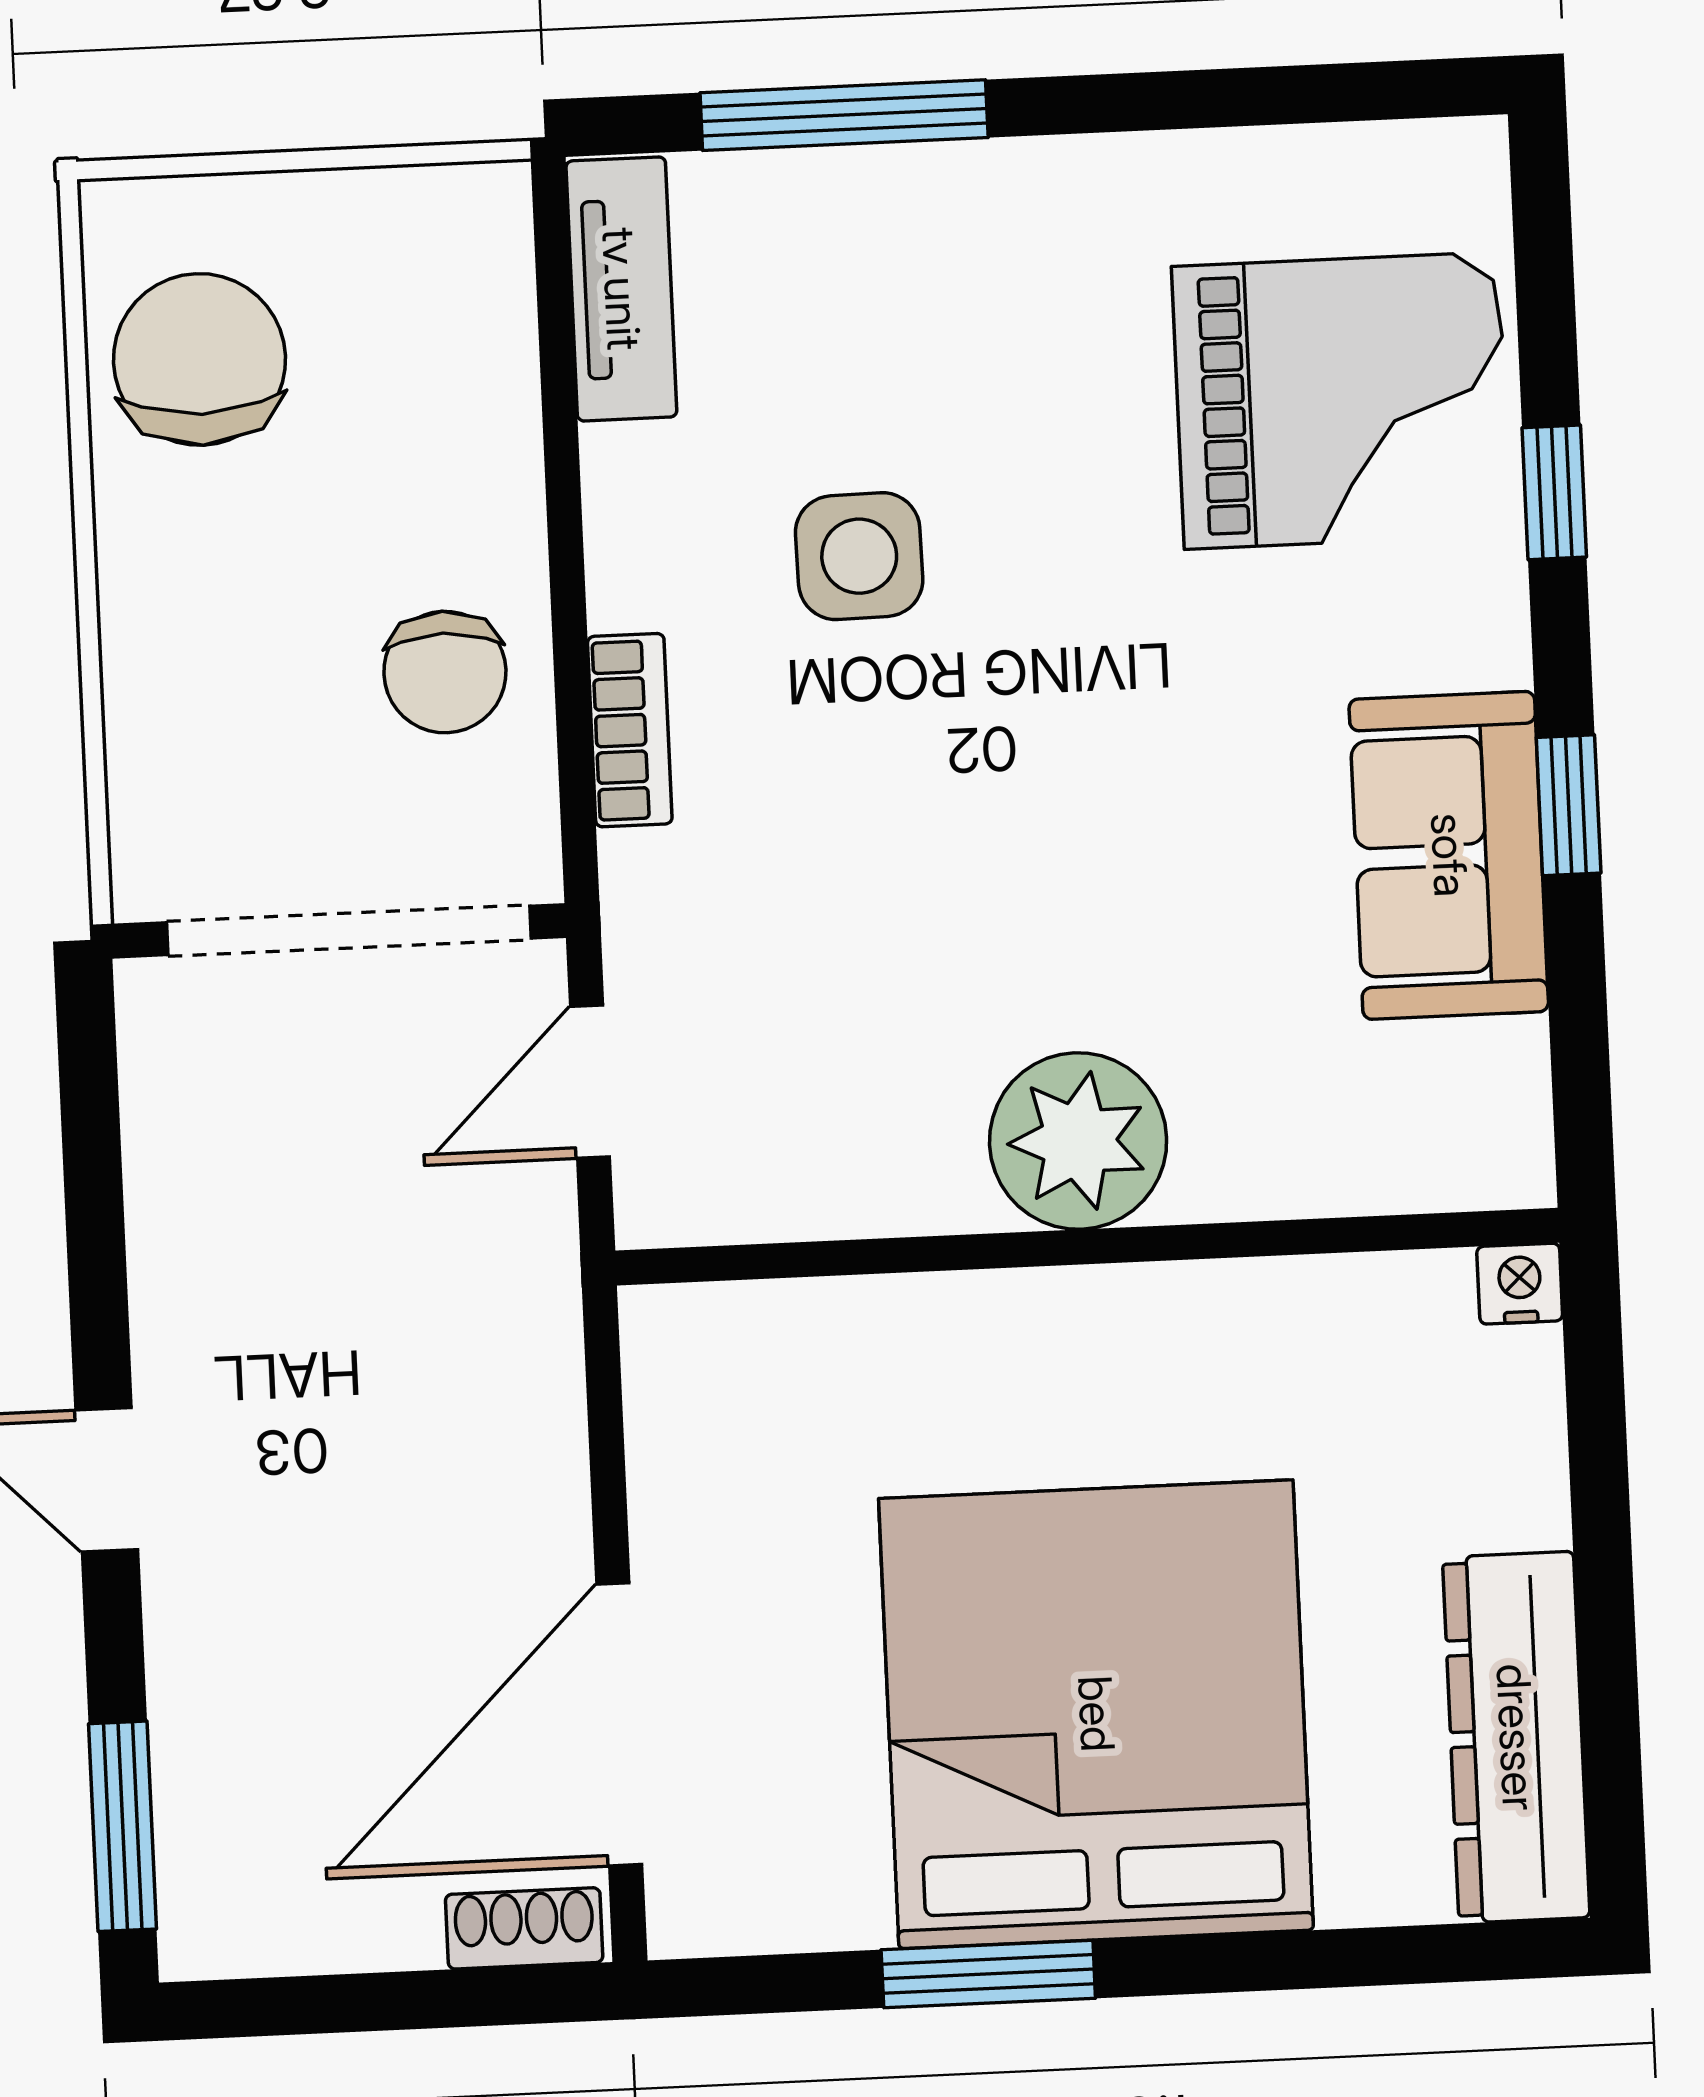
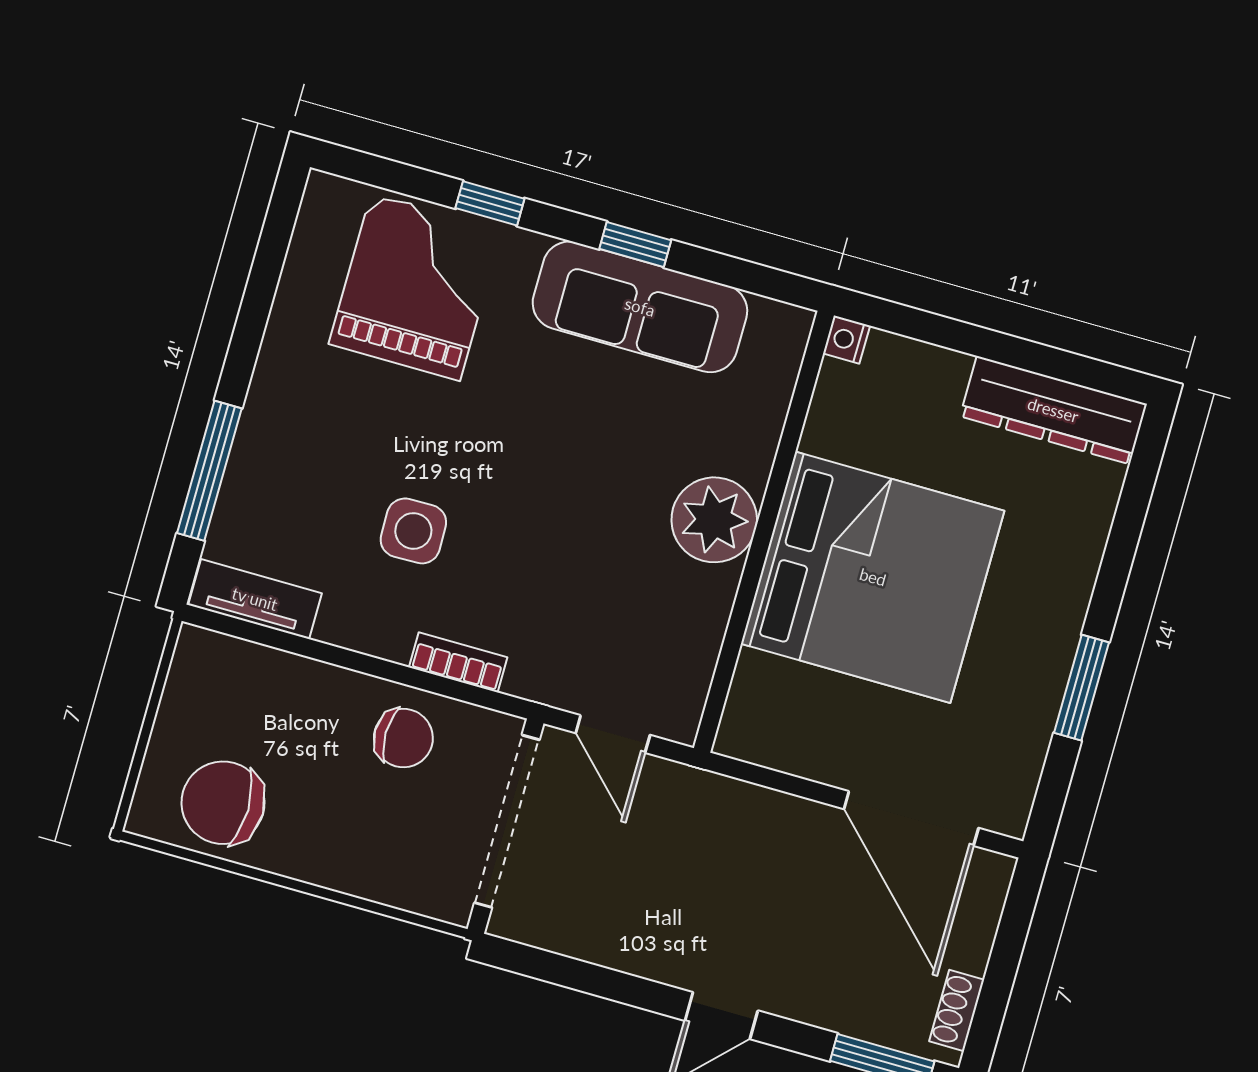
sofa: (1449, 855) -> (640, 307), width x1.36
bed: (1096, 1714) -> (873, 577), moved, turned 180
shoe rack: (524, 1928) -> (957, 1011), moved

